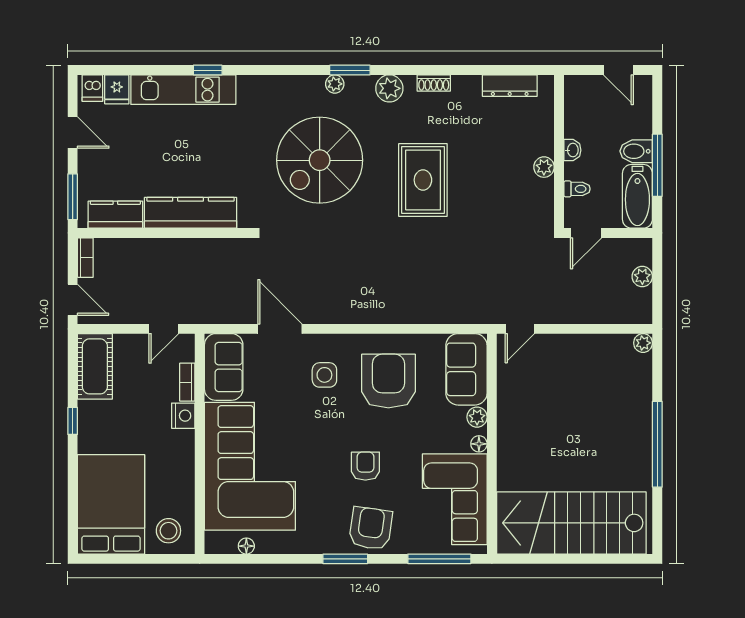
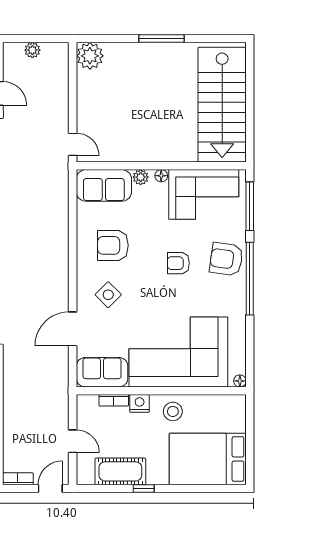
door: (164, 329) -> (73, 441), moved
plant: (643, 343) -> (90, 56), width x1.88, depth x1.88
cot: (95, 366) -> (120, 471), moved
side table: (324, 375) -> (108, 295), turned 45
armchair: (388, 381) -> (113, 245), width x0.73, depth x0.73
window: (657, 444) -> (161, 39), width x0.68
stool: (168, 531) -> (173, 411), moved
floor lamp: (246, 546) -> (240, 381), moved
window: (345, 559) -> (250, 279), width x2.11

